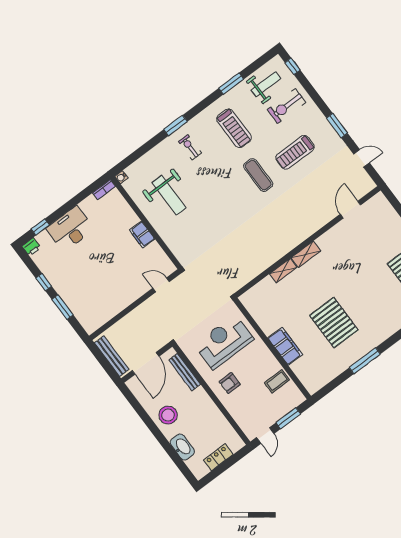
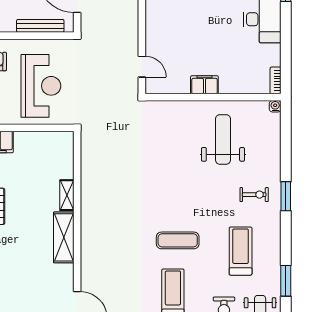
treadmill: (234, 128) -> (241, 251), turned 90
weight bench: (169, 195) -> (223, 139), turned 90
shelving: (306, 254) -> (64, 237), width x1.50, depth x1.33
door: (161, 285) -> (142, 67), hinge flipped

